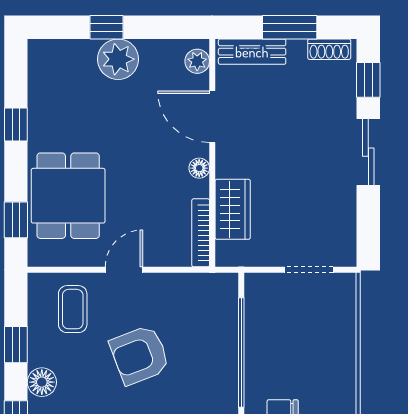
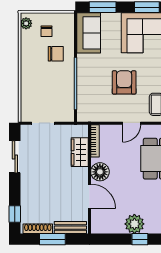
shoe rack: (329, 49) -> (38, 229), width x1.43
plant: (197, 61) -> (97, 223), removed
sliding door: (368, 152) -> (15, 157), moved
floor lamp: (199, 168) -> (100, 172), width x1.89, depth x1.89
armchair: (140, 355) -> (124, 82), turned -69

